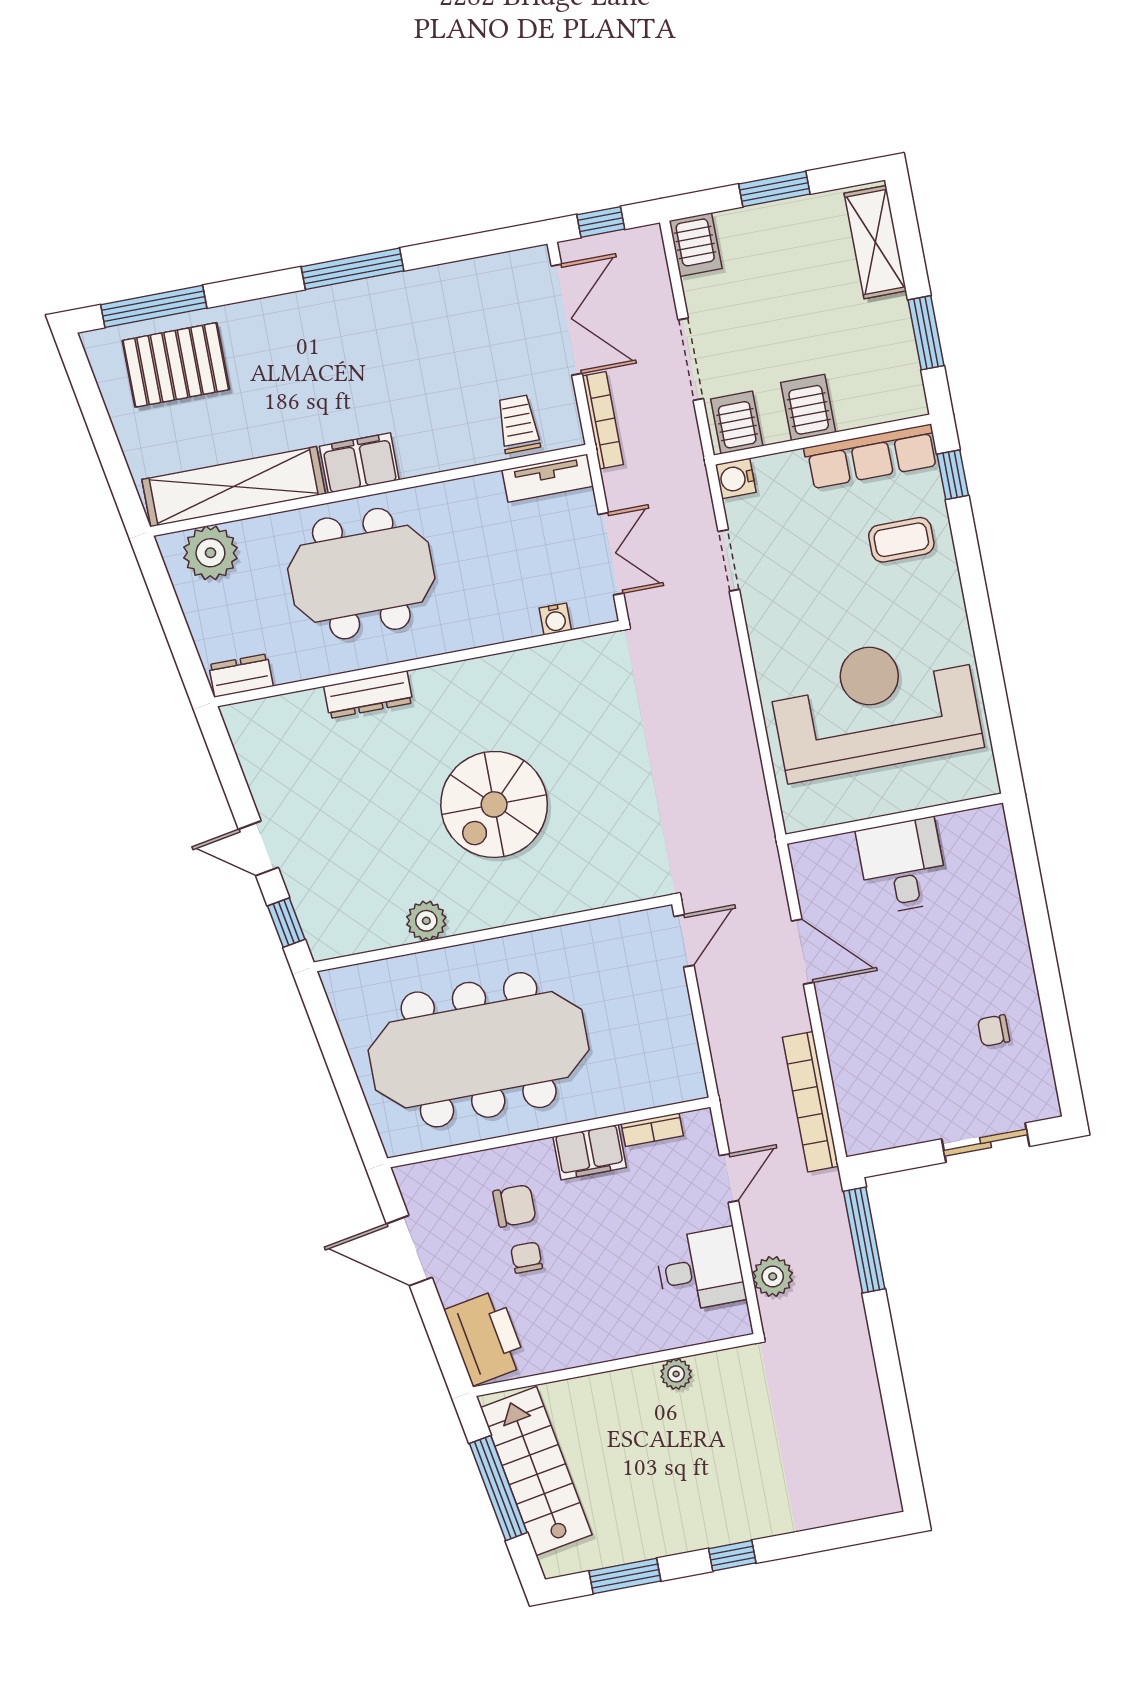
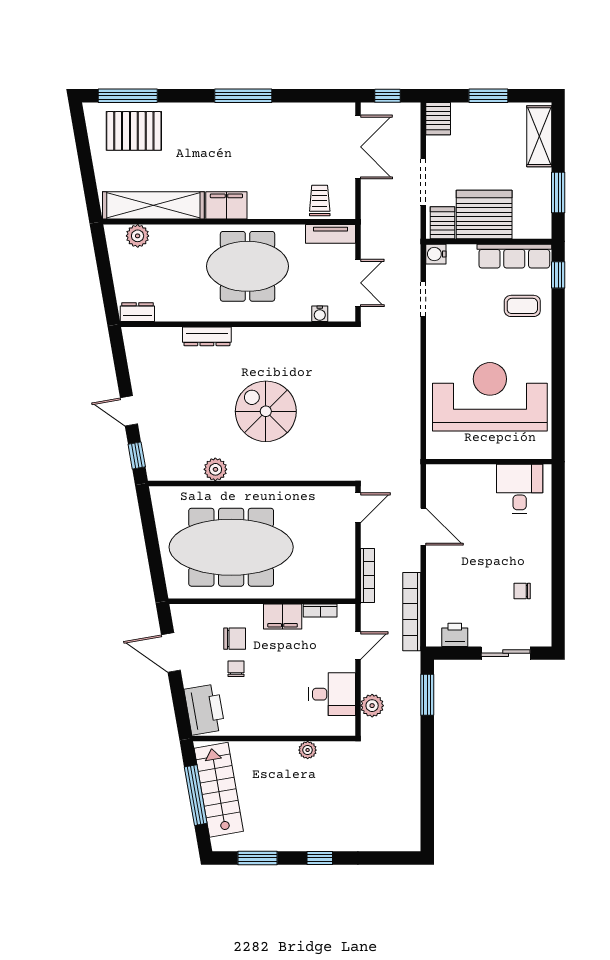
server rack: (808, 407) -> (484, 214), width x2.18, depth x1.44
bookcase: (603, 420) -> (367, 575), moved
plant: (210, 553) -> (138, 236), width x0.73, depth x0.73
meeting table: (361, 574) -> (248, 266), moved
spiral stairs: (494, 804) -> (266, 411), turned 90
desk: (902, 866) -> (520, 489), moved
printer: (892, 1128) -> (455, 635), added
window: (864, 1240) -> (427, 695), width x0.69

